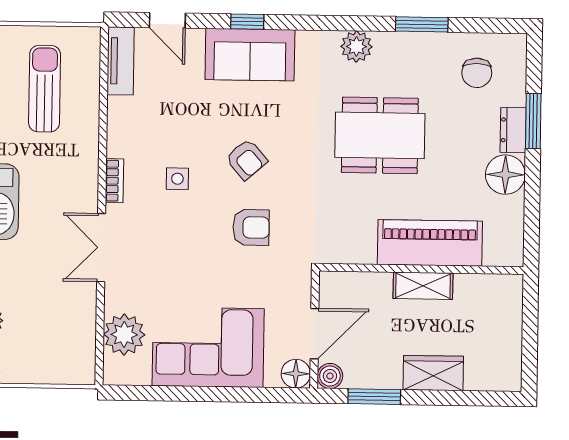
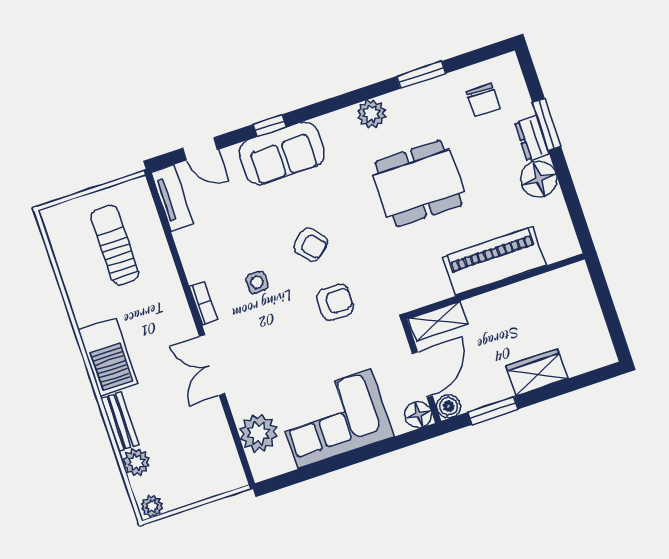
shelving: (423, 286) -> (438, 321), moved

